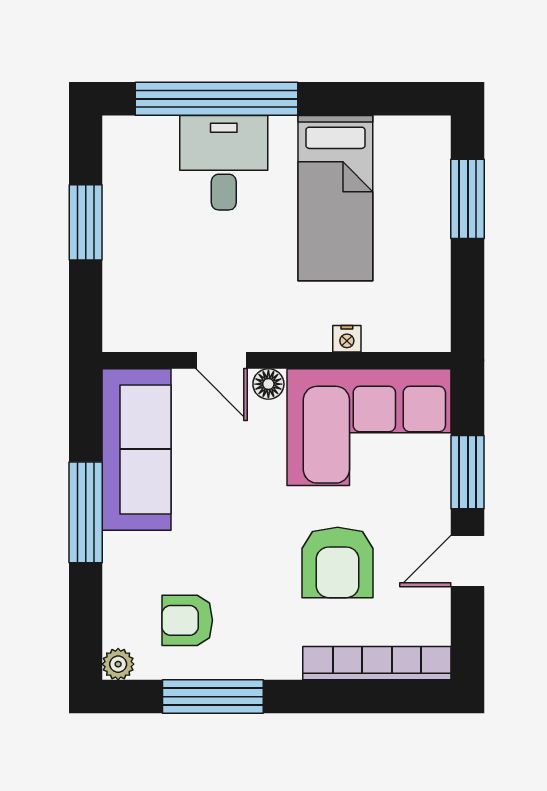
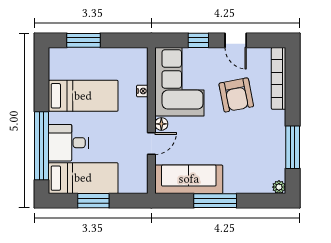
bed: (139, 198) -> (83, 178), added
window: (468, 472) -> (198, 40), width x0.67
armchair: (338, 562) -> (236, 95), turned 79
armchair: (187, 620) -> (261, 158), removed

